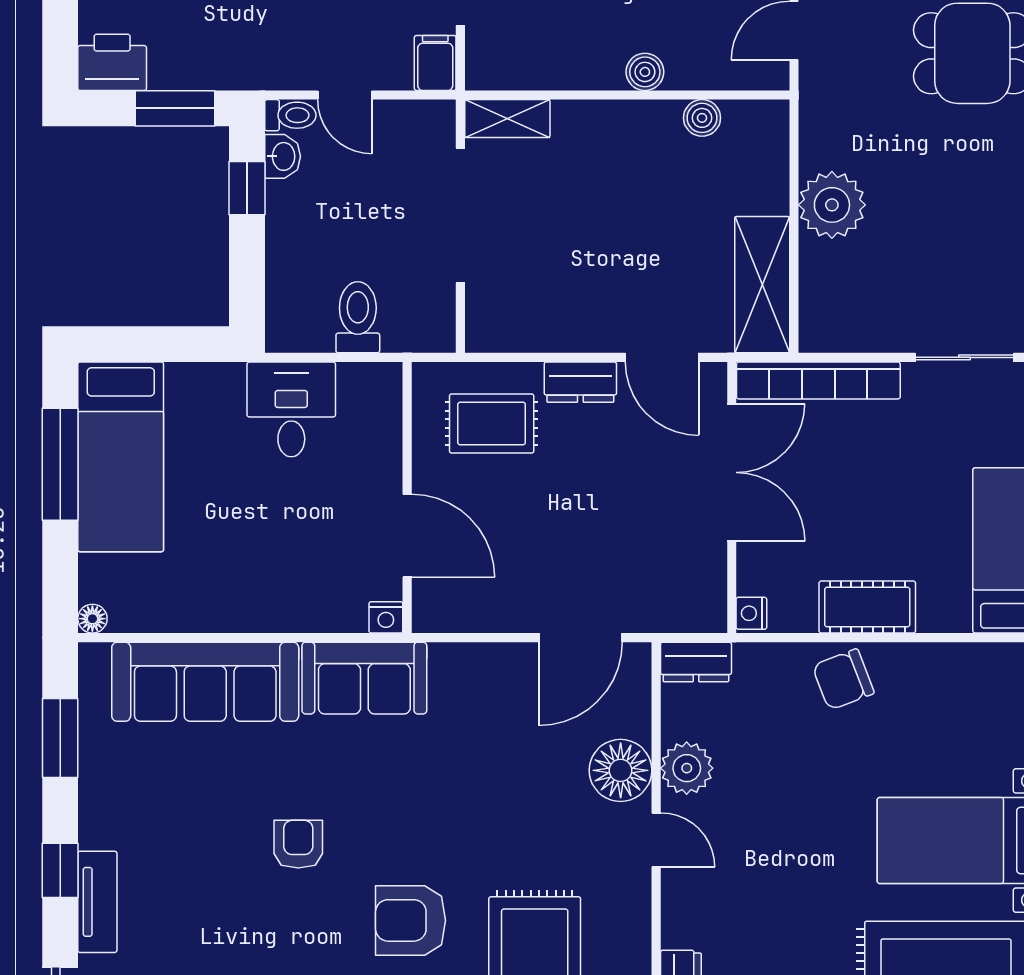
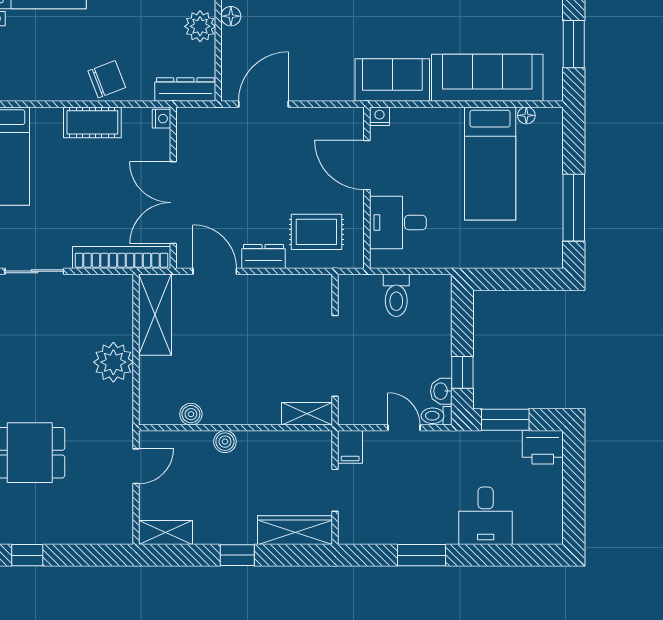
desk: (291, 409) -> (398, 223), moved, turned 90
bed: (121, 457) -> (490, 163), moved, turned 180
floor lamp: (92, 619) -> (526, 115), moved
dresser: (696, 662) -> (185, 90), width x1.44
floor lamp: (621, 770) -> (231, 16), width x0.53, depth x0.53

